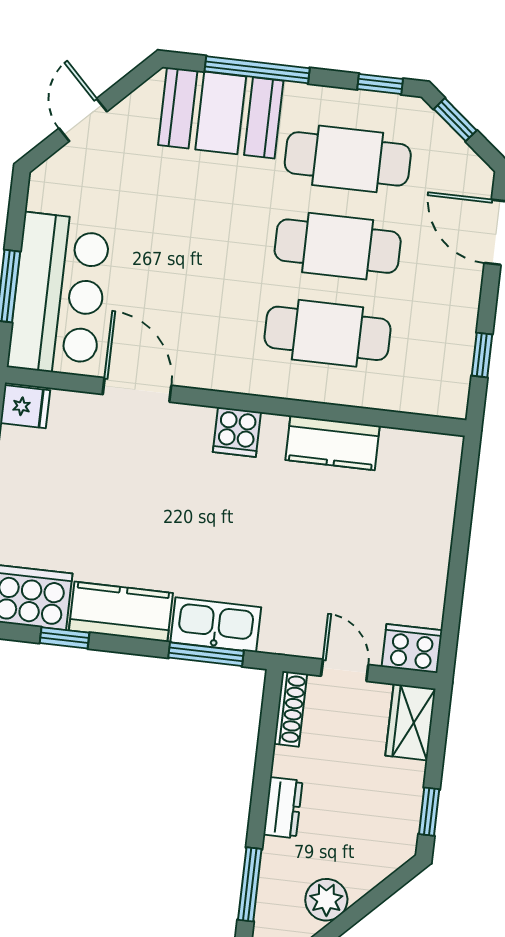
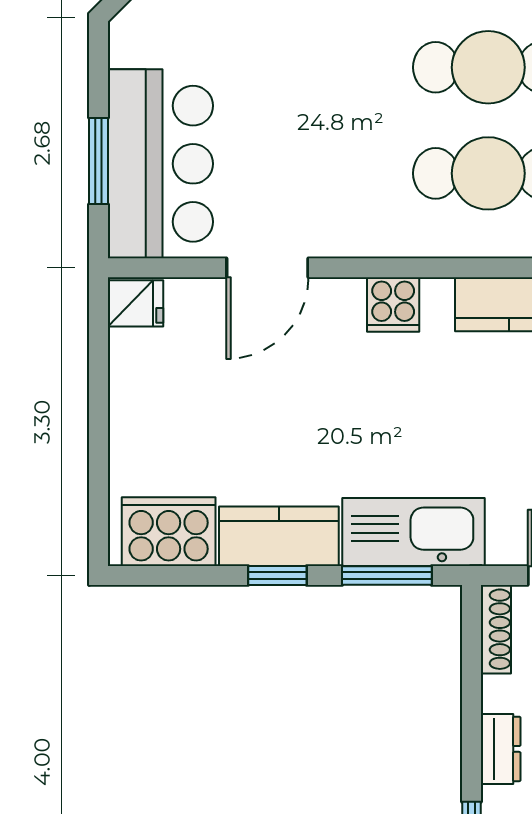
door: (137, 390) -> (267, 268), swing flipped
kitchen sink: (216, 625) -> (413, 532), width x1.36, depth x1.24
window: (65, 638) -> (277, 575), moved

